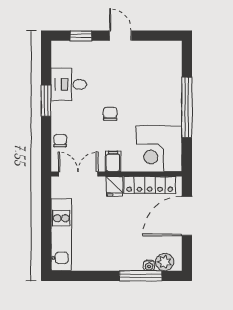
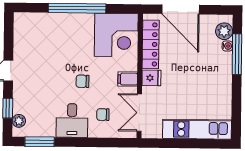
plant: (68, 48) -> (19, 121), added
desk: (69, 84) -> (72, 121), moved
window: (46, 101) -> (40, 142), moved
chair: (60, 141) -> (103, 115), moved

